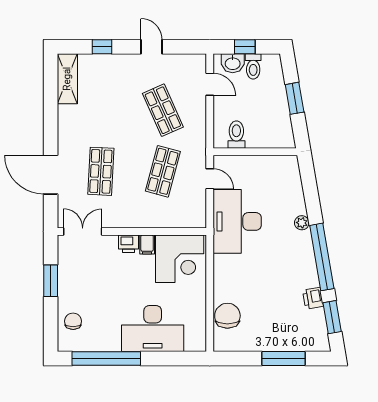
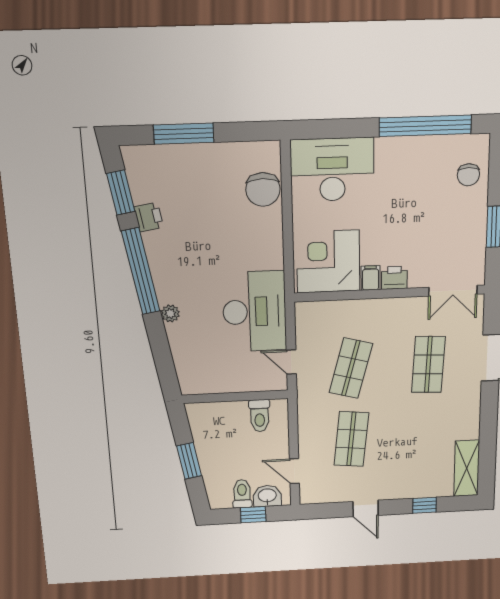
shop shelf: (163, 110) -> (351, 439), turned 30
desk: (153, 329) -> (332, 170), moved

